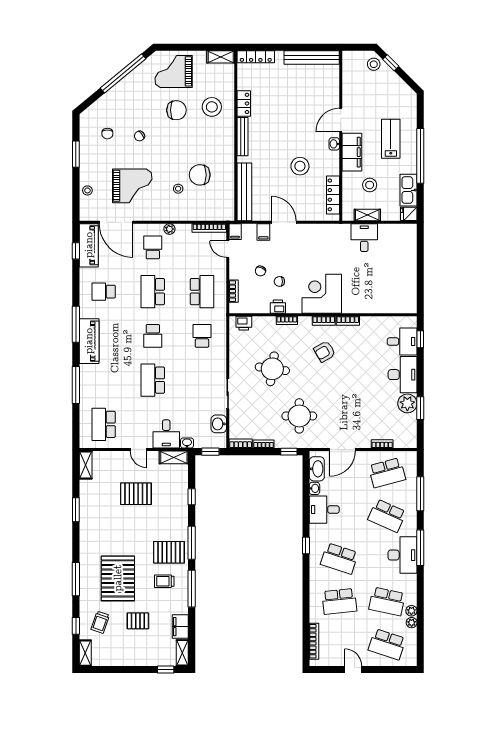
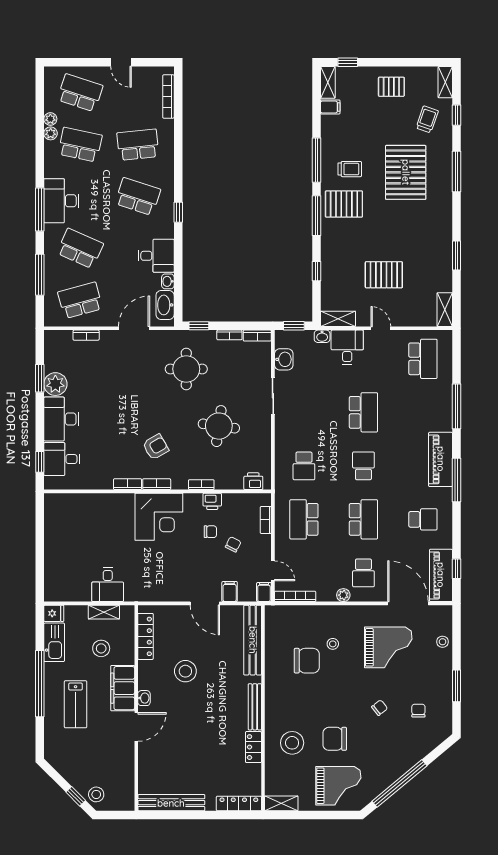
grand piano: (132, 186) -> (388, 647), turned 180
pallet: (138, 621) -> (391, 87), moved
filing cabinet: (180, 627) -> (330, 107), width x0.50

